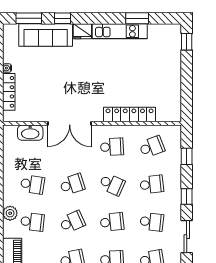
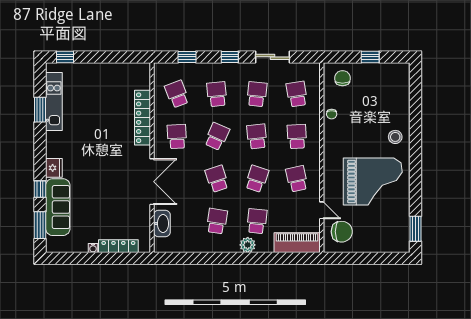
kitchen unit: (120, 31) -> (54, 101), moved
school desk: (72, 222) -> (257, 179), turned 42

